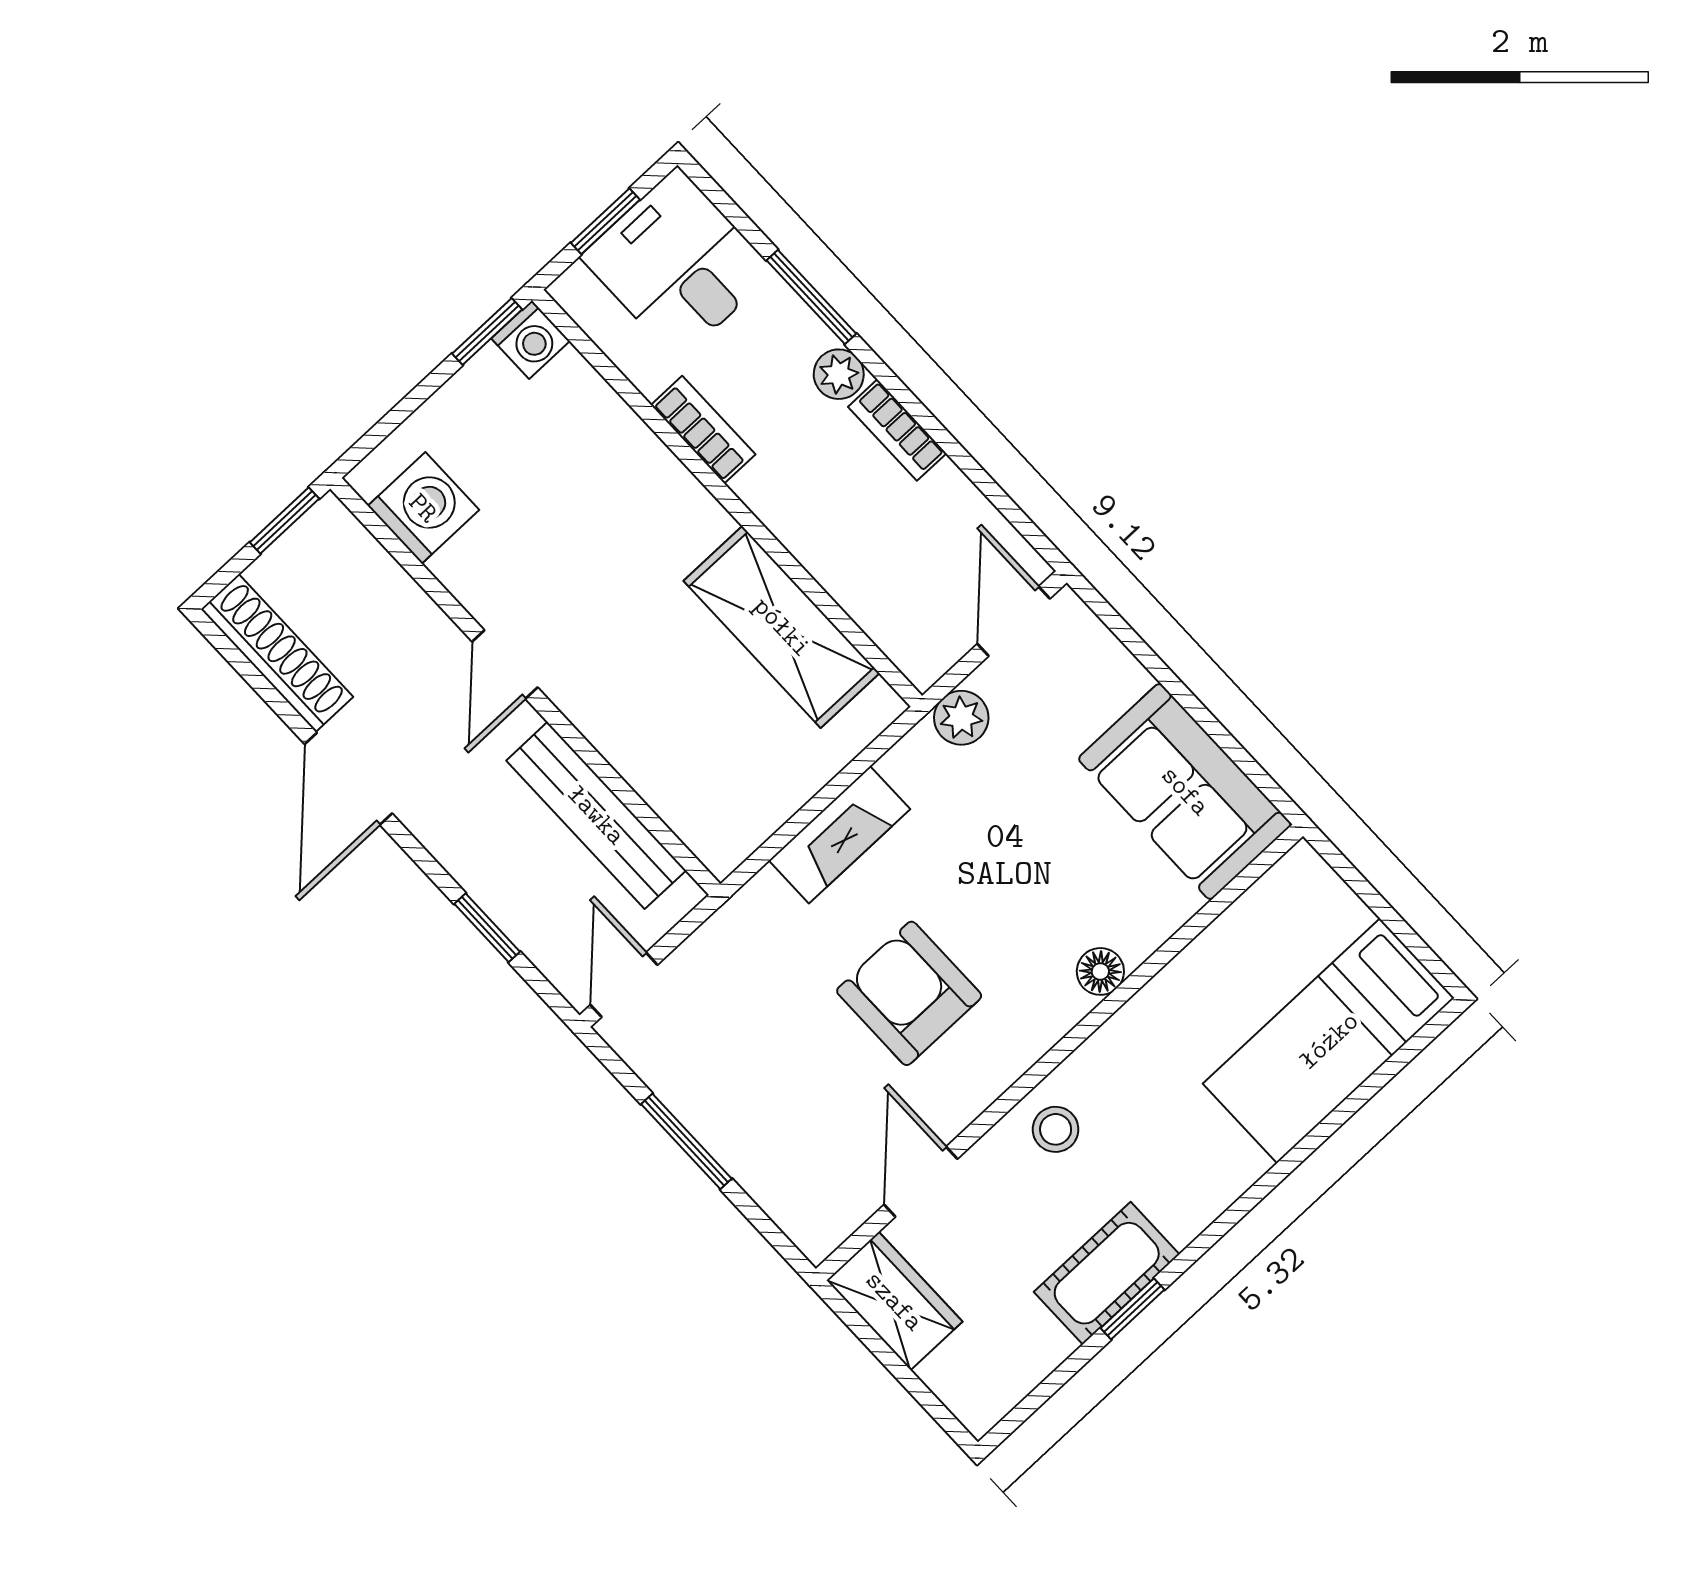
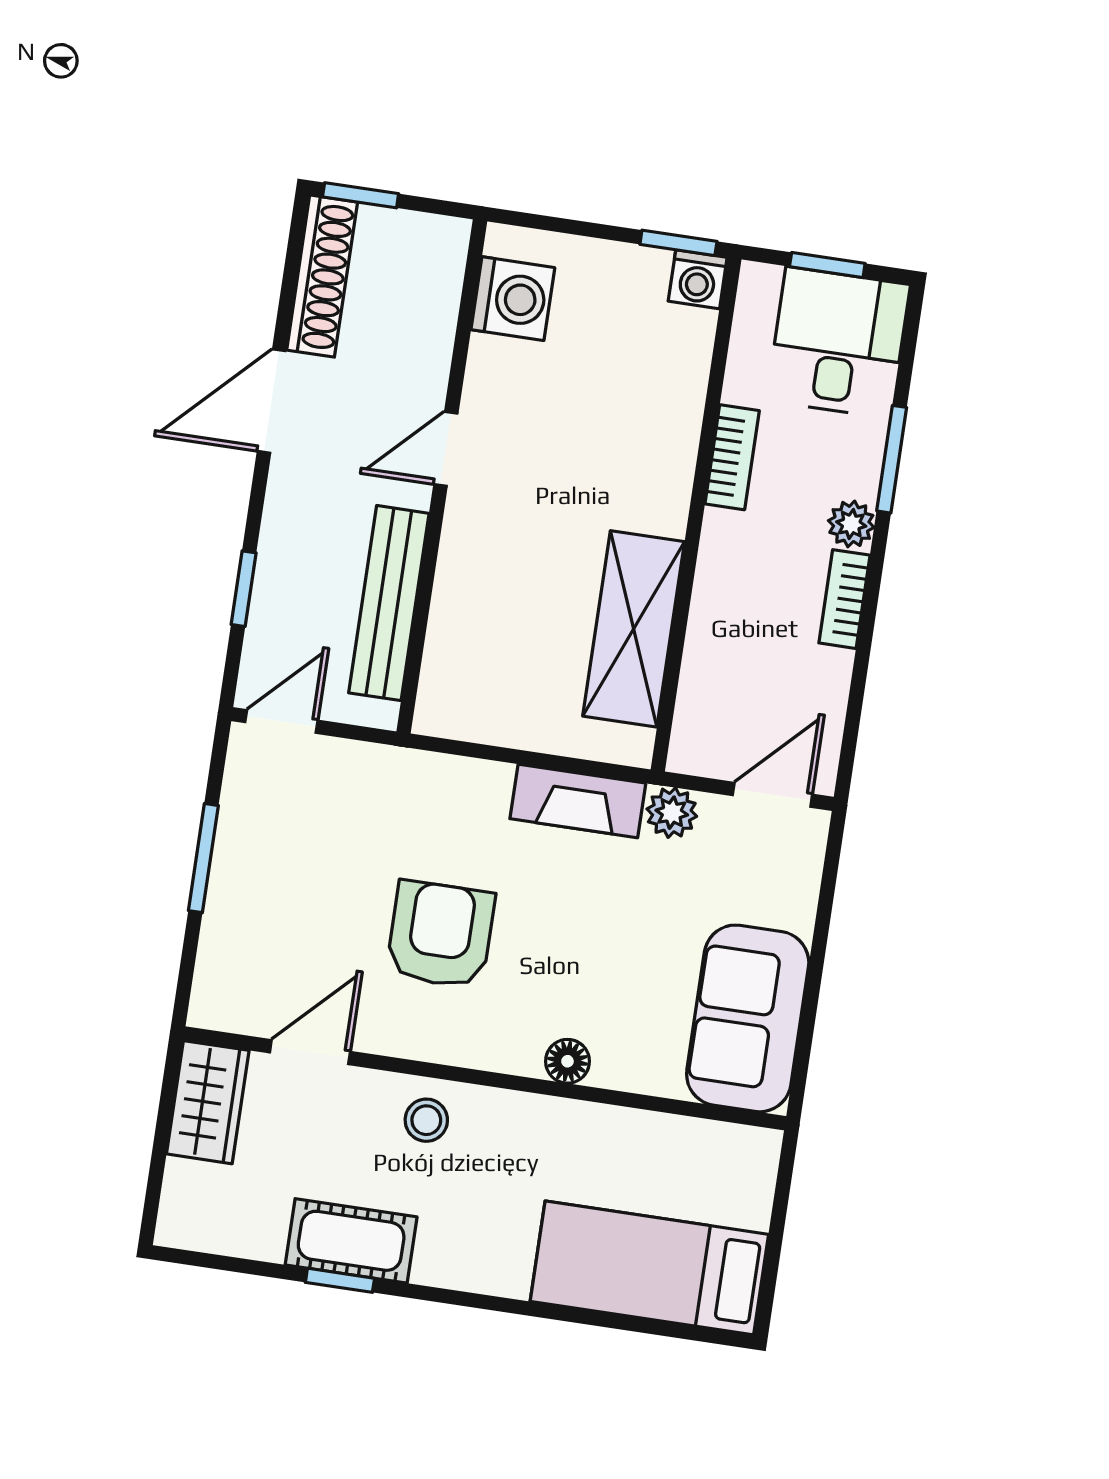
window: (284, 521) -> (361, 195), moved
fireplace: (839, 835) -> (578, 801), moved

